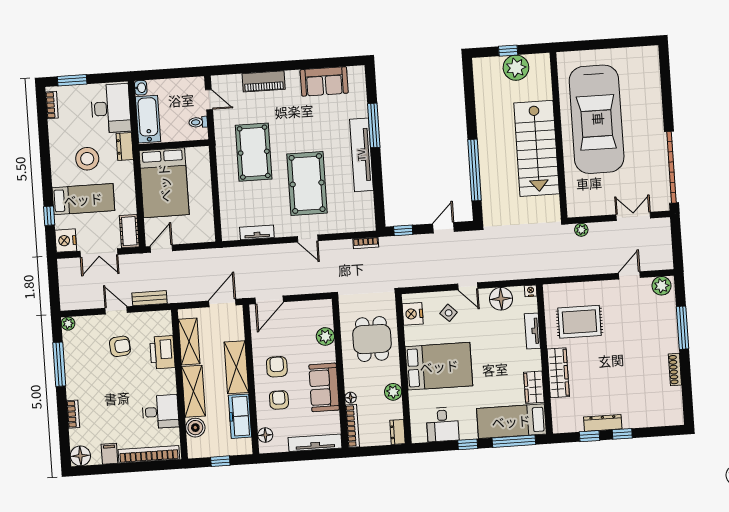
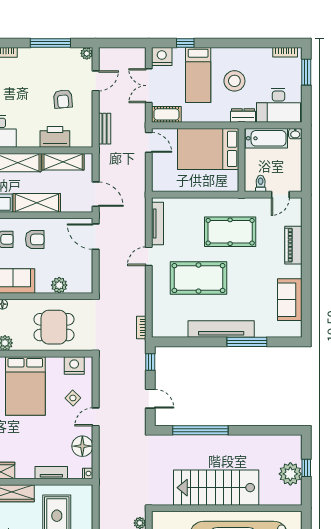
tv unit: (257, 232) -> (157, 224), width x1.41
door: (308, 239) -> (149, 256), moved
door: (116, 310) -> (96, 81), moved

